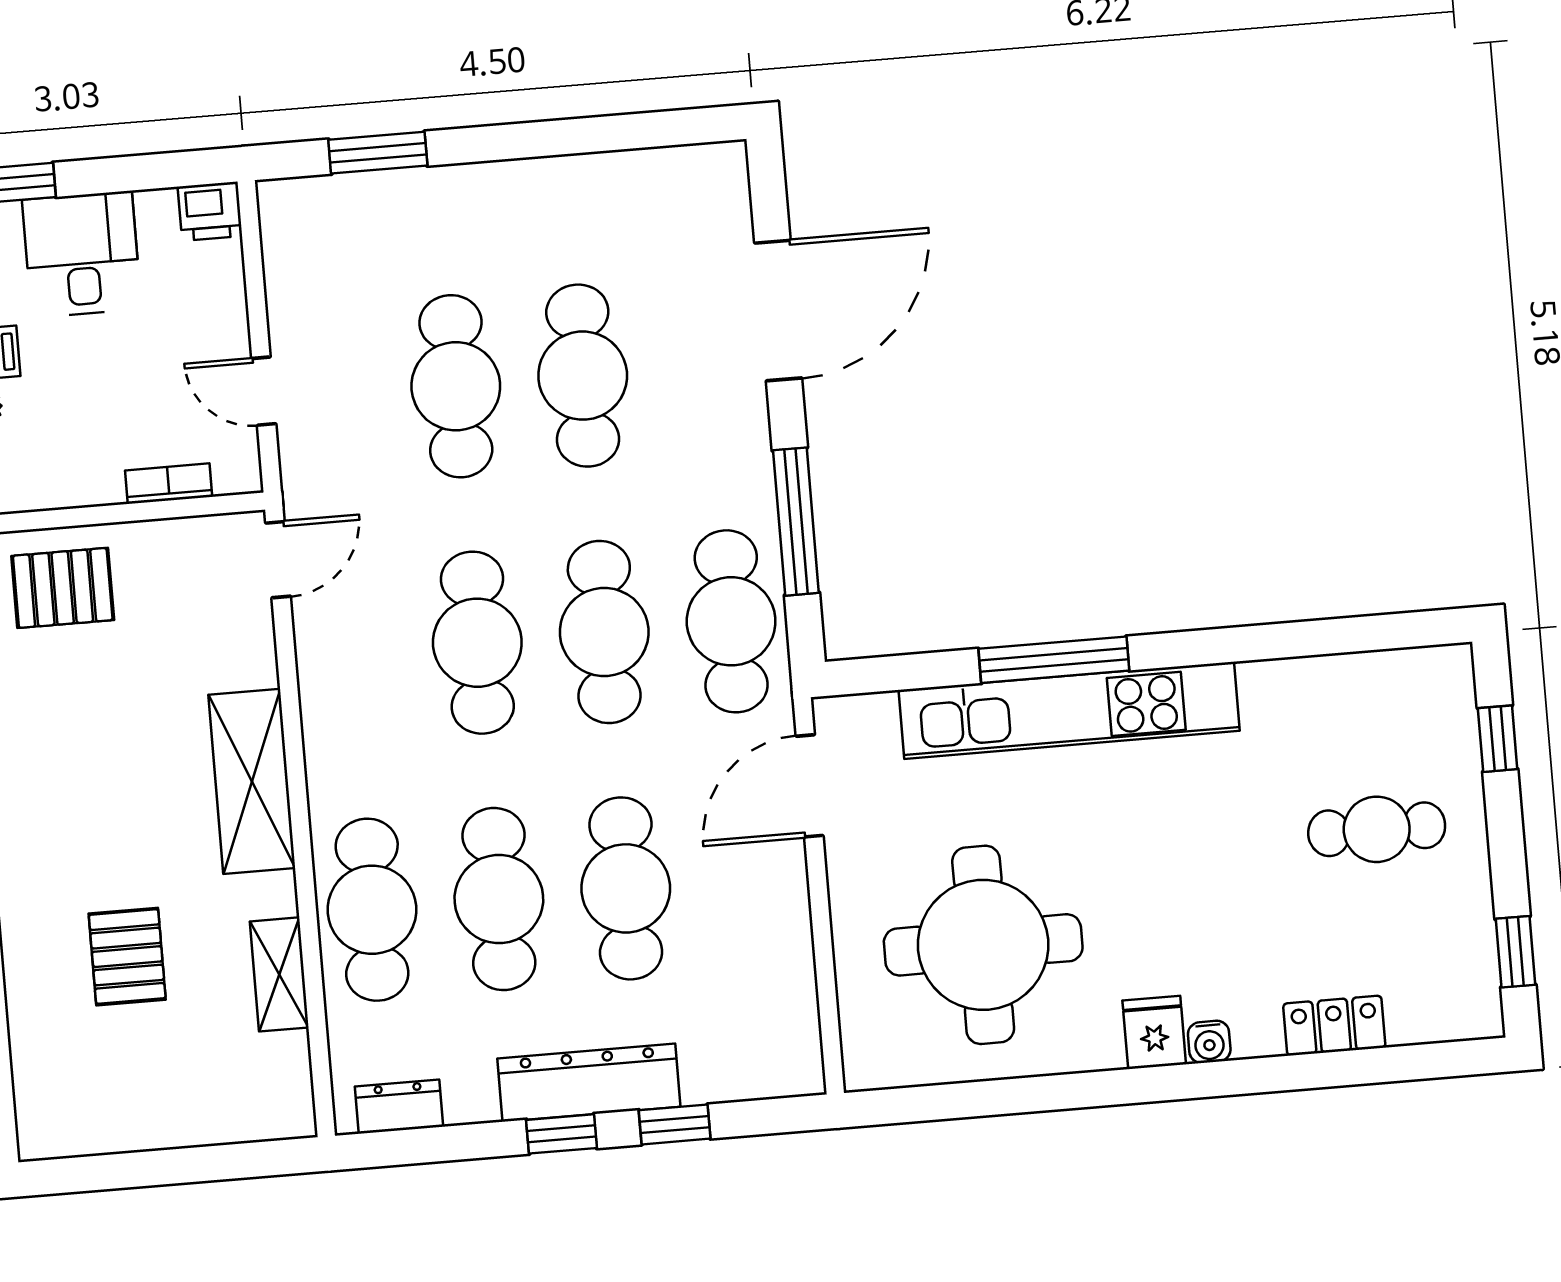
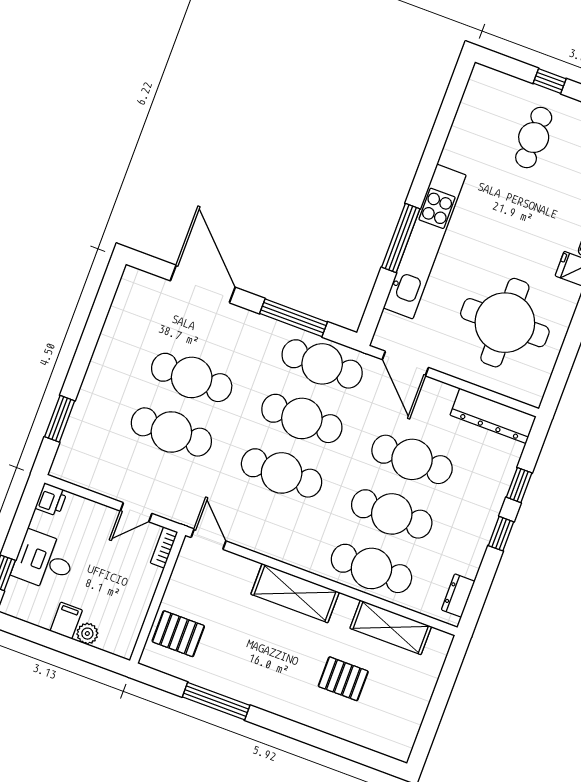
bookcase: (169, 484) -> (164, 547), moved
pallet: (63, 588) -> (178, 634), turned 90
window: (1498, 739) -> (550, 81), moved
shelving: (279, 974) -> (391, 627), width x1.50, depth x1.33
dresser: (589, 1083) -> (493, 416), moved, turned -90

